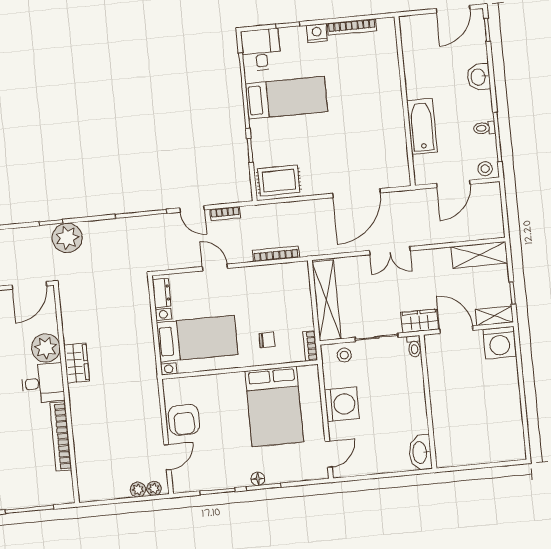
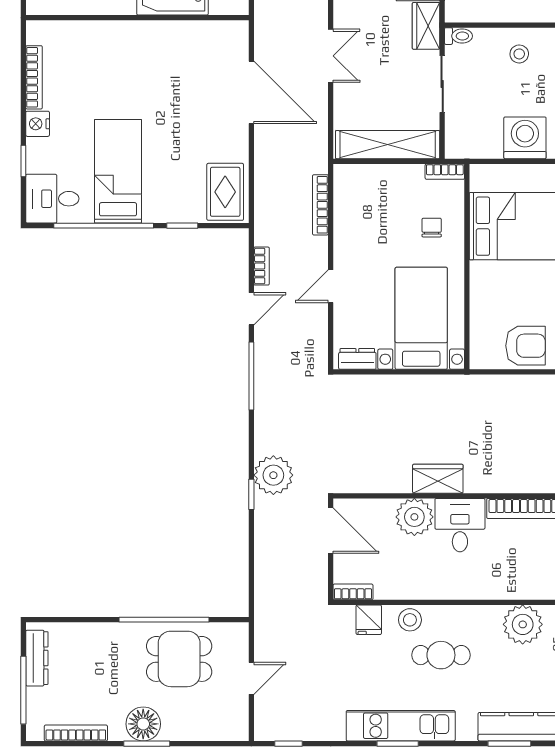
stool: (344, 355) -> (519, 54), moved

